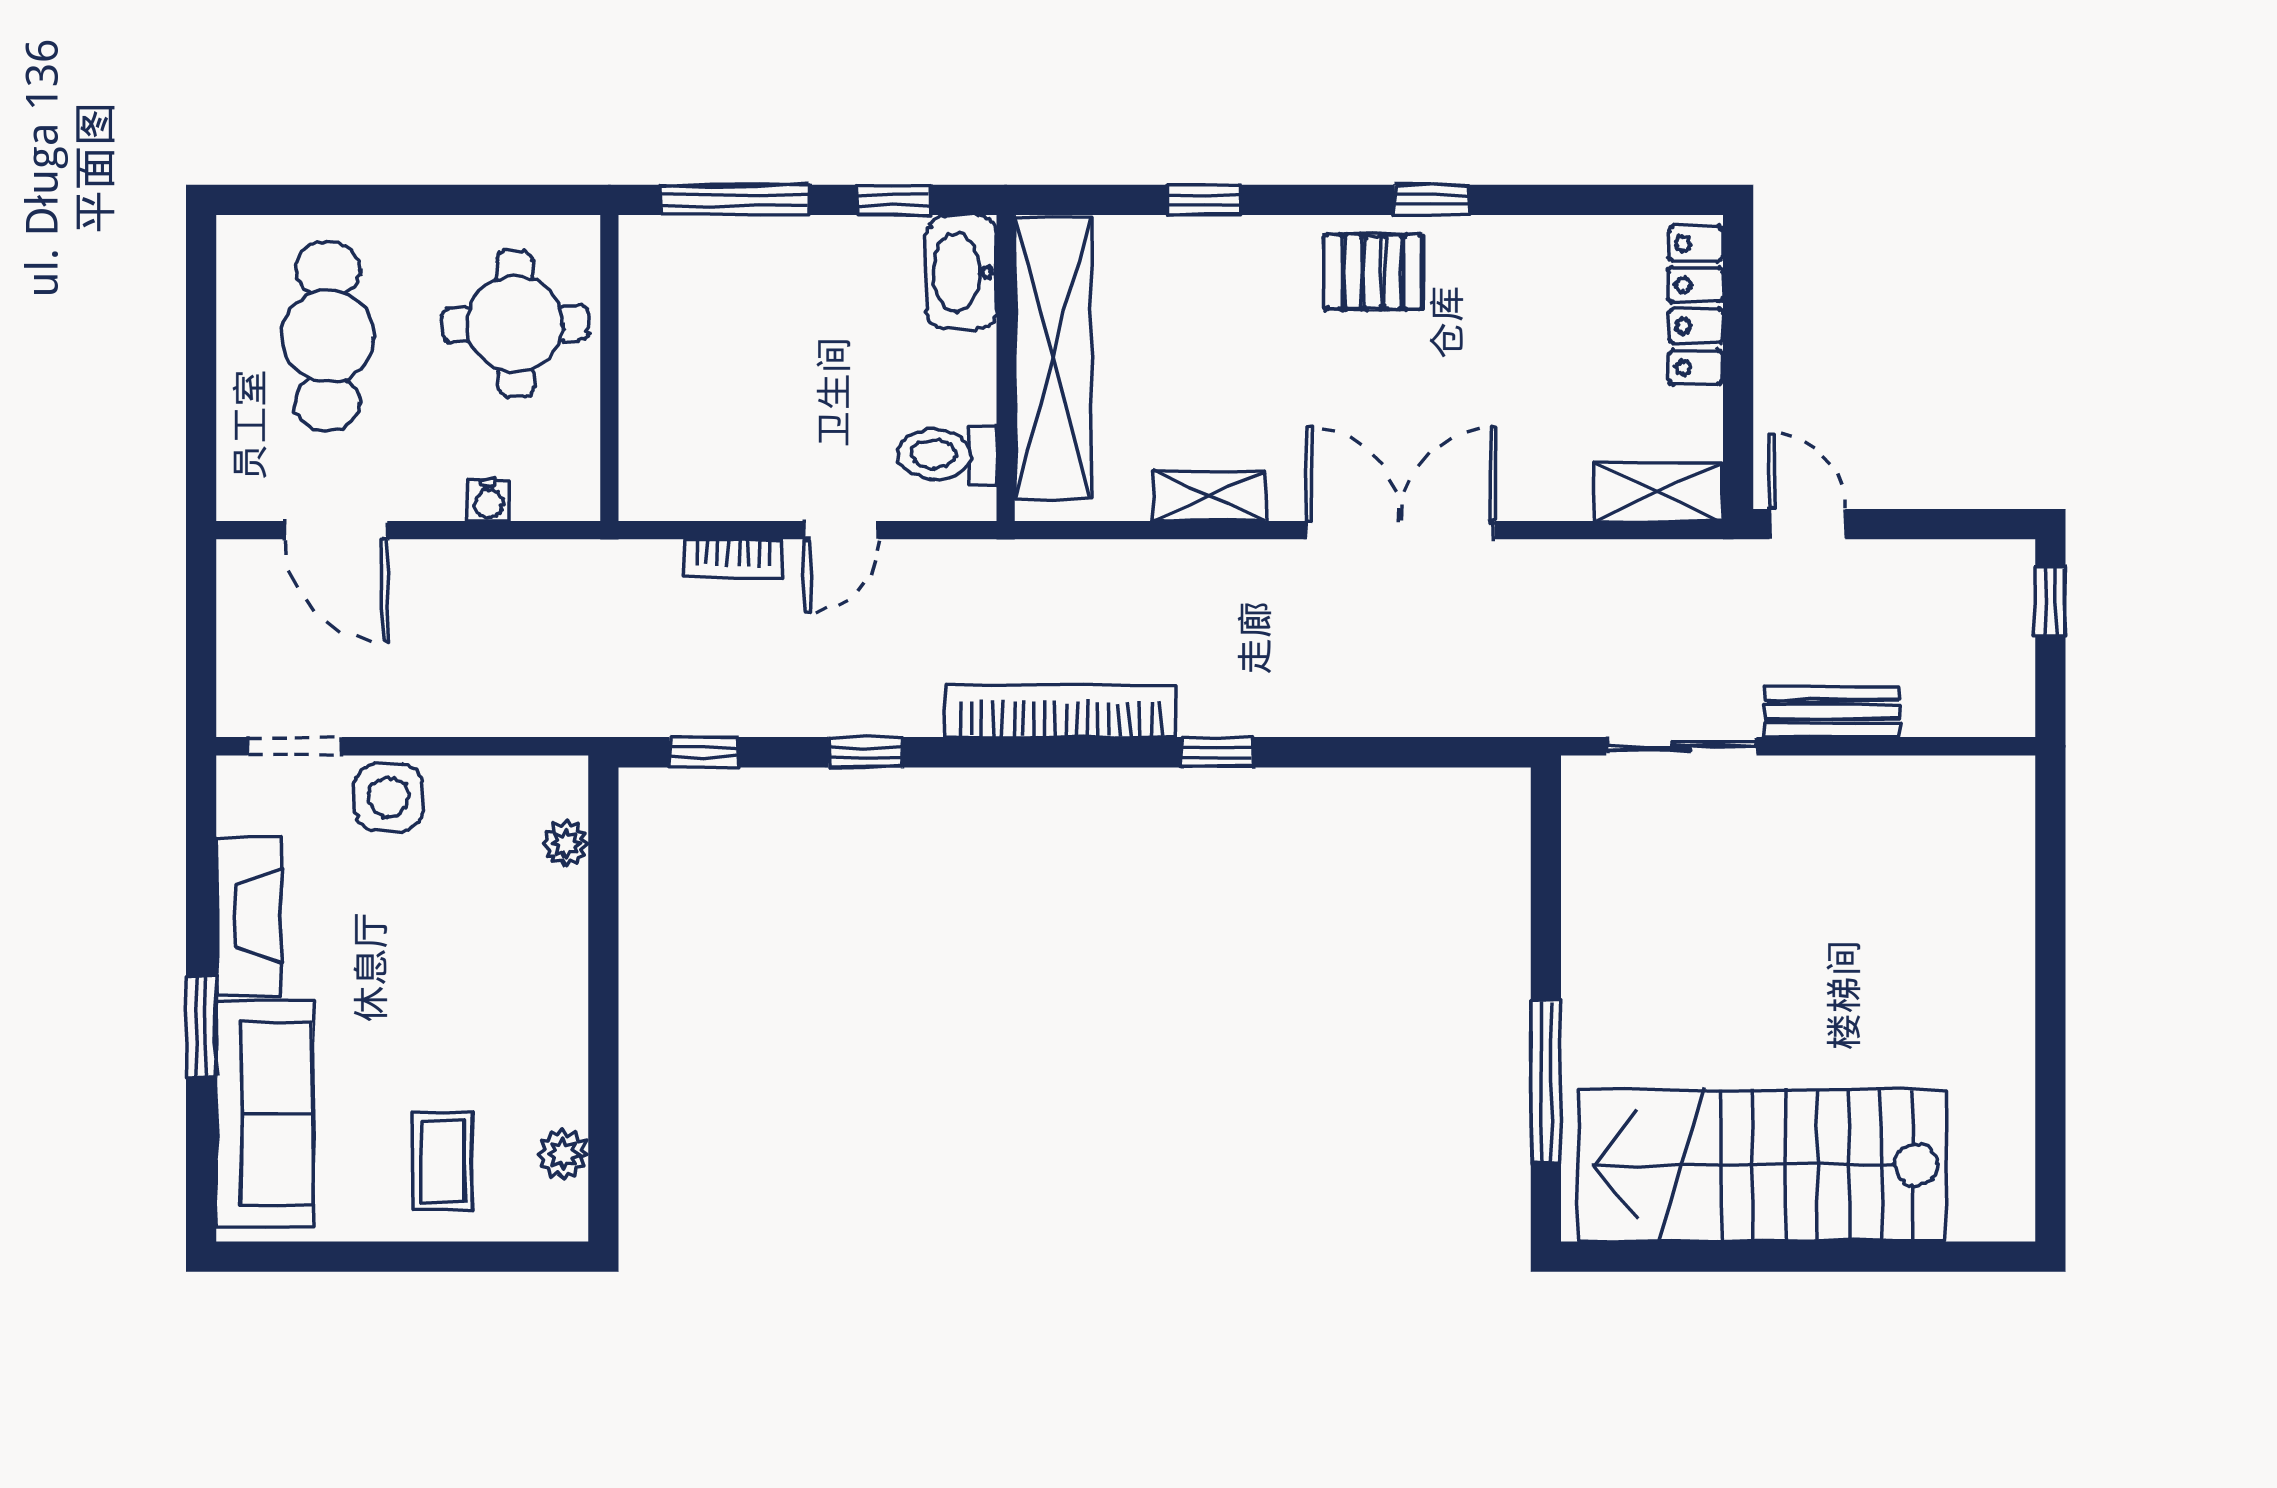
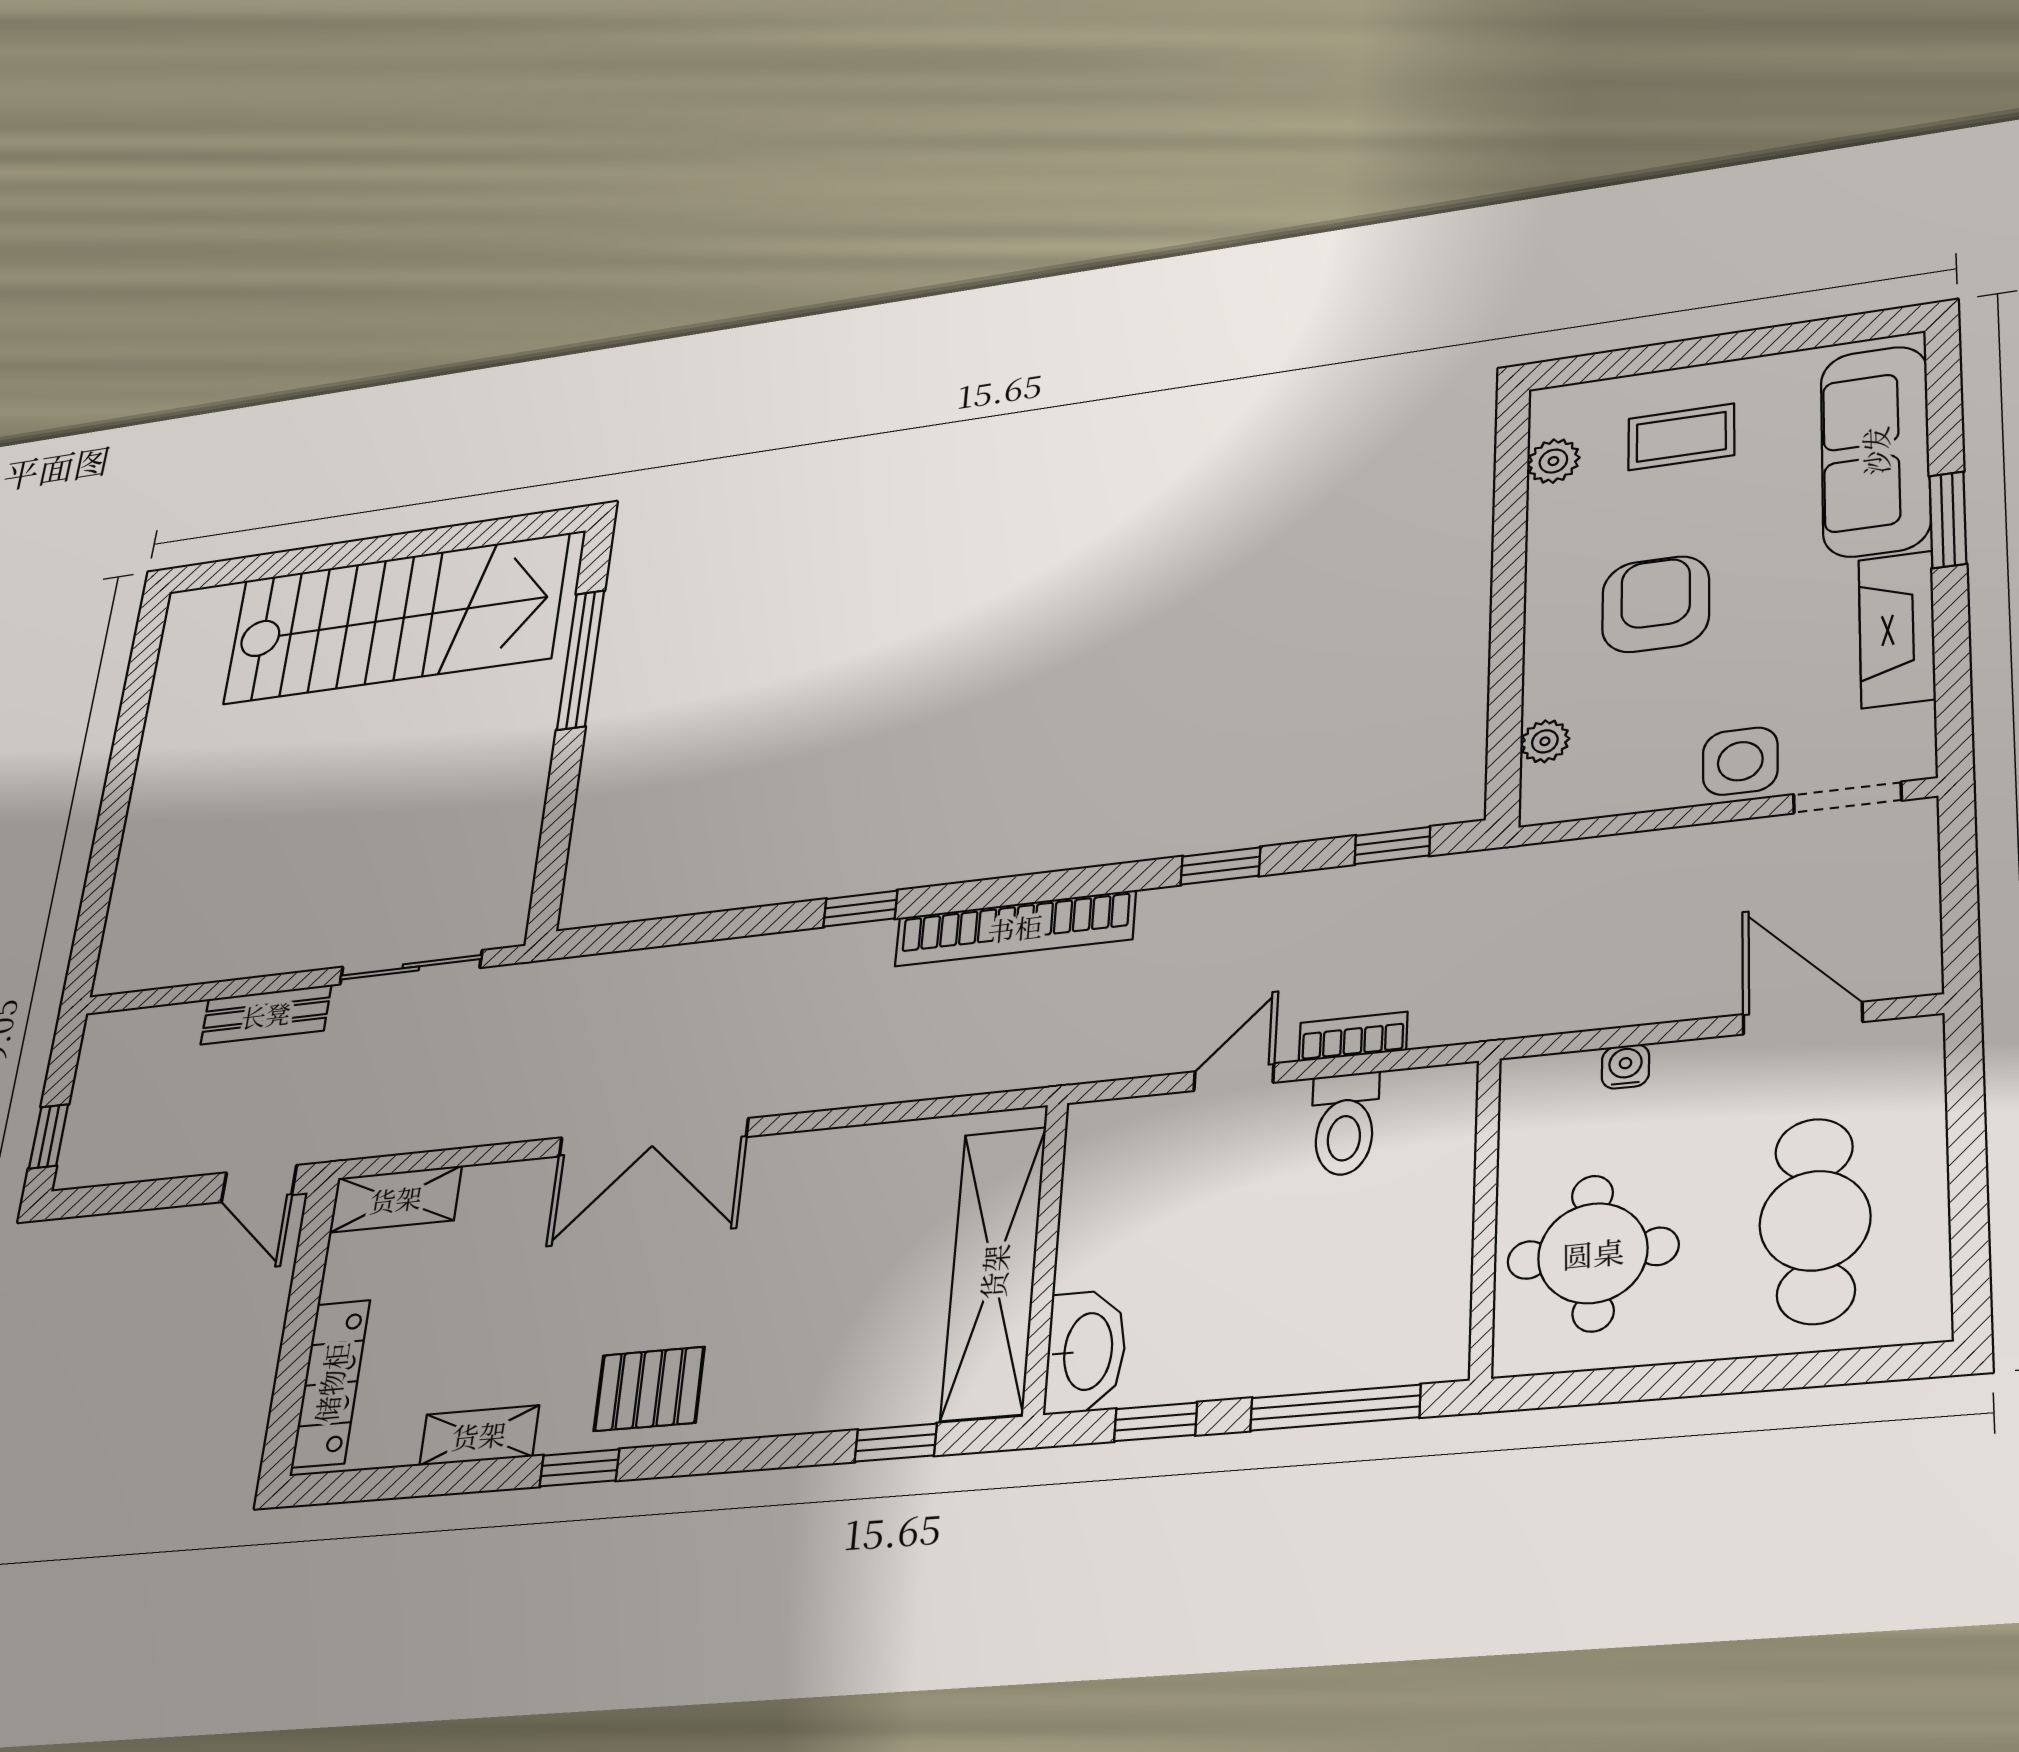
window: (1204, 200) -> (896, 1443), moved
toilet: (947, 454) -> (1345, 1124), moved, turned 90
shelving: (1209, 496) -> (479, 1435), moved
armchair: (466, 977) -> (1656, 604), added
coffee table: (443, 1161) -> (1681, 437), turned 90

